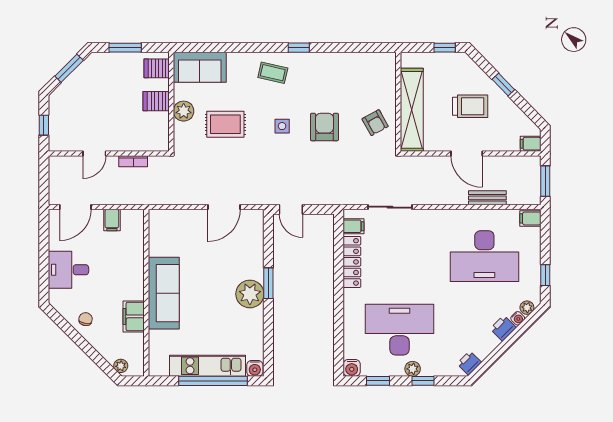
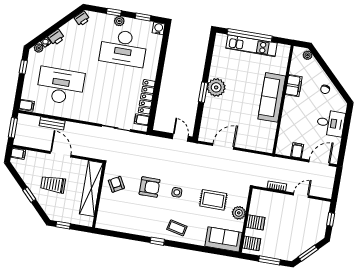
armchair: (324, 127) -> (150, 187), turned -90
water cooler: (255, 368) -> (221, 39), removed

